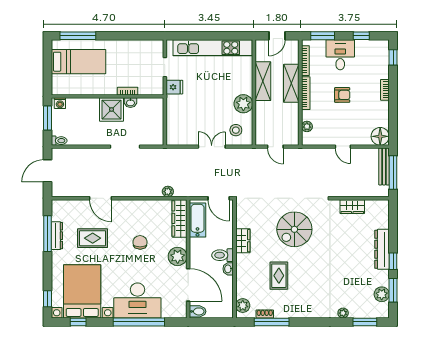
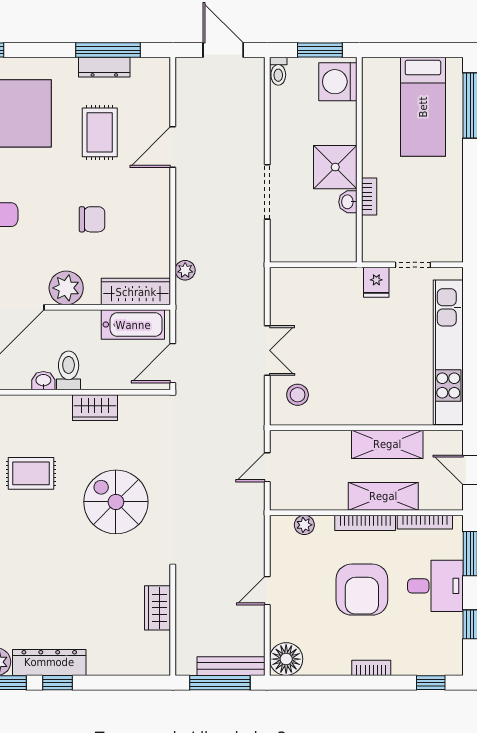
armchair: (342, 95) -> (362, 590), width x1.88, depth x1.88
washing machine: (60, 103) -> (338, 82), width x1.89, depth x1.89
plant: (243, 104) -> (346, 408), removed
dresser: (382, 249) -> (49, 662), moved

